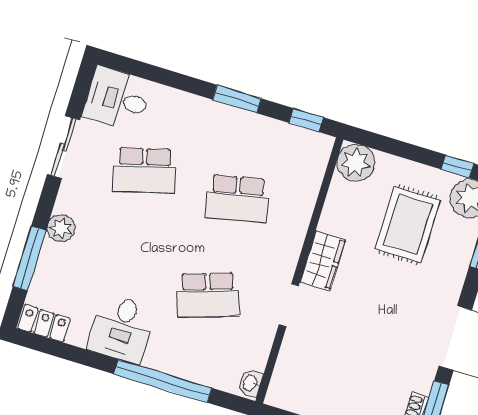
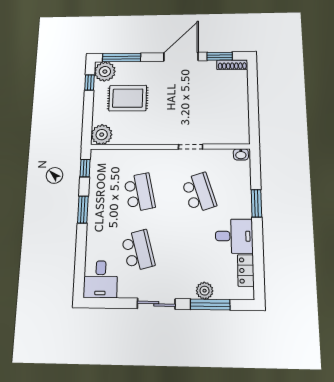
sliding door: (63, 147) -> (156, 304), moved
plant: (61, 228) -> (205, 291), moved
wardrobe: (323, 261) -> (160, 136), removed
locker: (44, 323) -> (246, 271), moved
window: (163, 381) -> (256, 203), width x0.47

